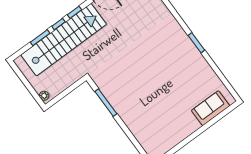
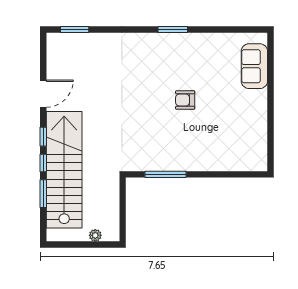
armchair: (159, 81) -> (185, 100), added
plant: (44, 96) -> (95, 235), moved

